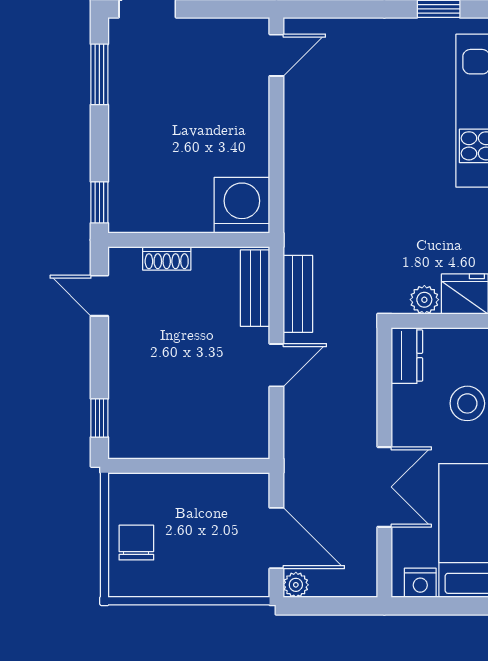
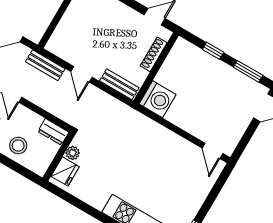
window: (99, 202) -> (213, 51), moved
shoe rack: (167, 258) -> (154, 54), width x1.43
bench: (298, 294) -> (45, 65), moved

